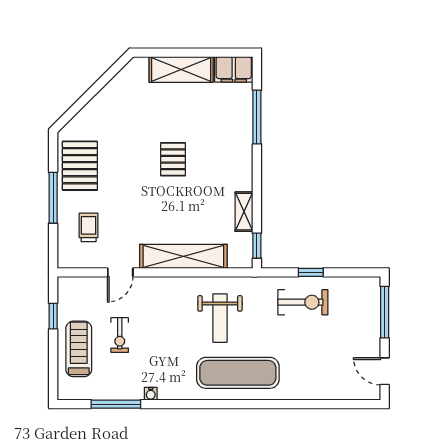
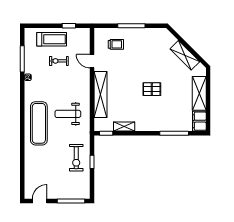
shelving: (109, 97) -> (185, 55), added
pallet: (80, 166) -> (148, 40), removed

